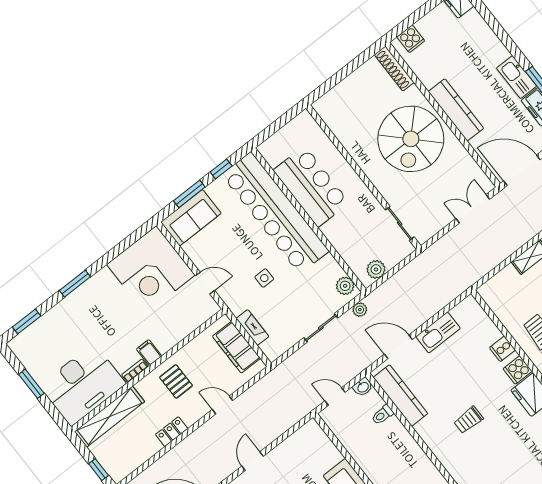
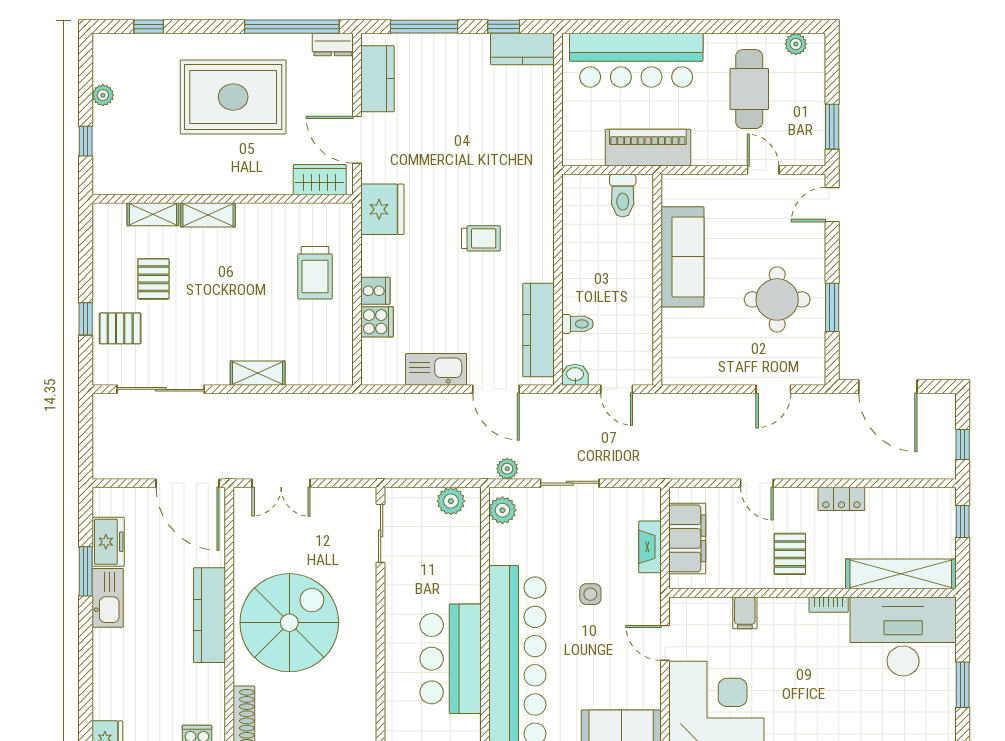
filing cabinet: (149, 353) -> (745, 613), moved
cooker: (518, 370) -> (377, 322), moved

